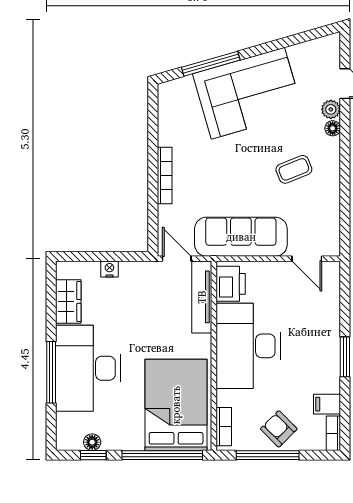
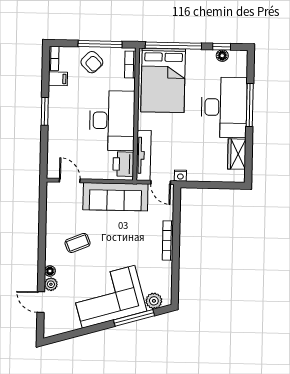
plant: (183, 89) -> (154, 301), added
nightstand: (109, 269) -> (180, 176), moved

